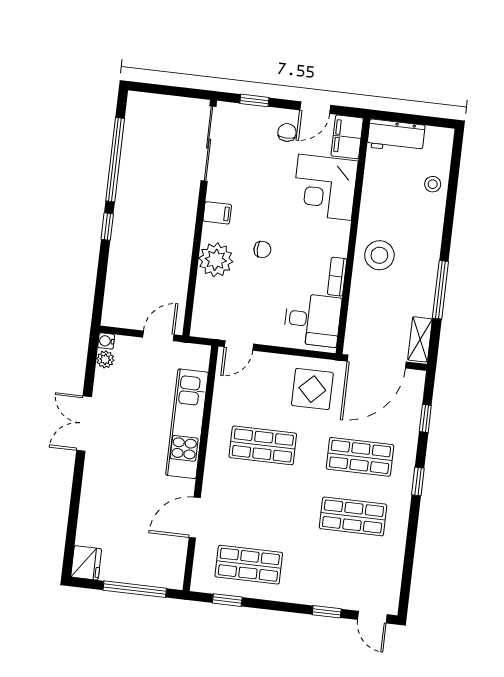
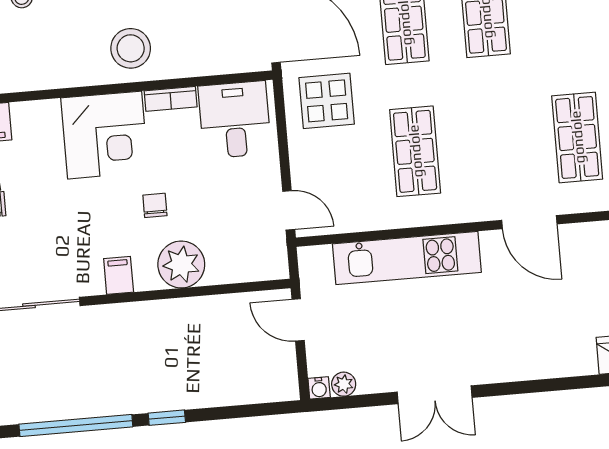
corner desk: (325, 187) -> (105, 135), moved

